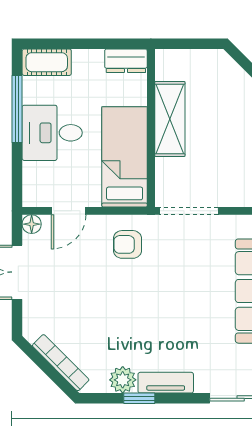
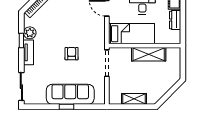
dresser: (126, 61) -> (175, 20), moved
armchair: (127, 244) -> (72, 54), moved

